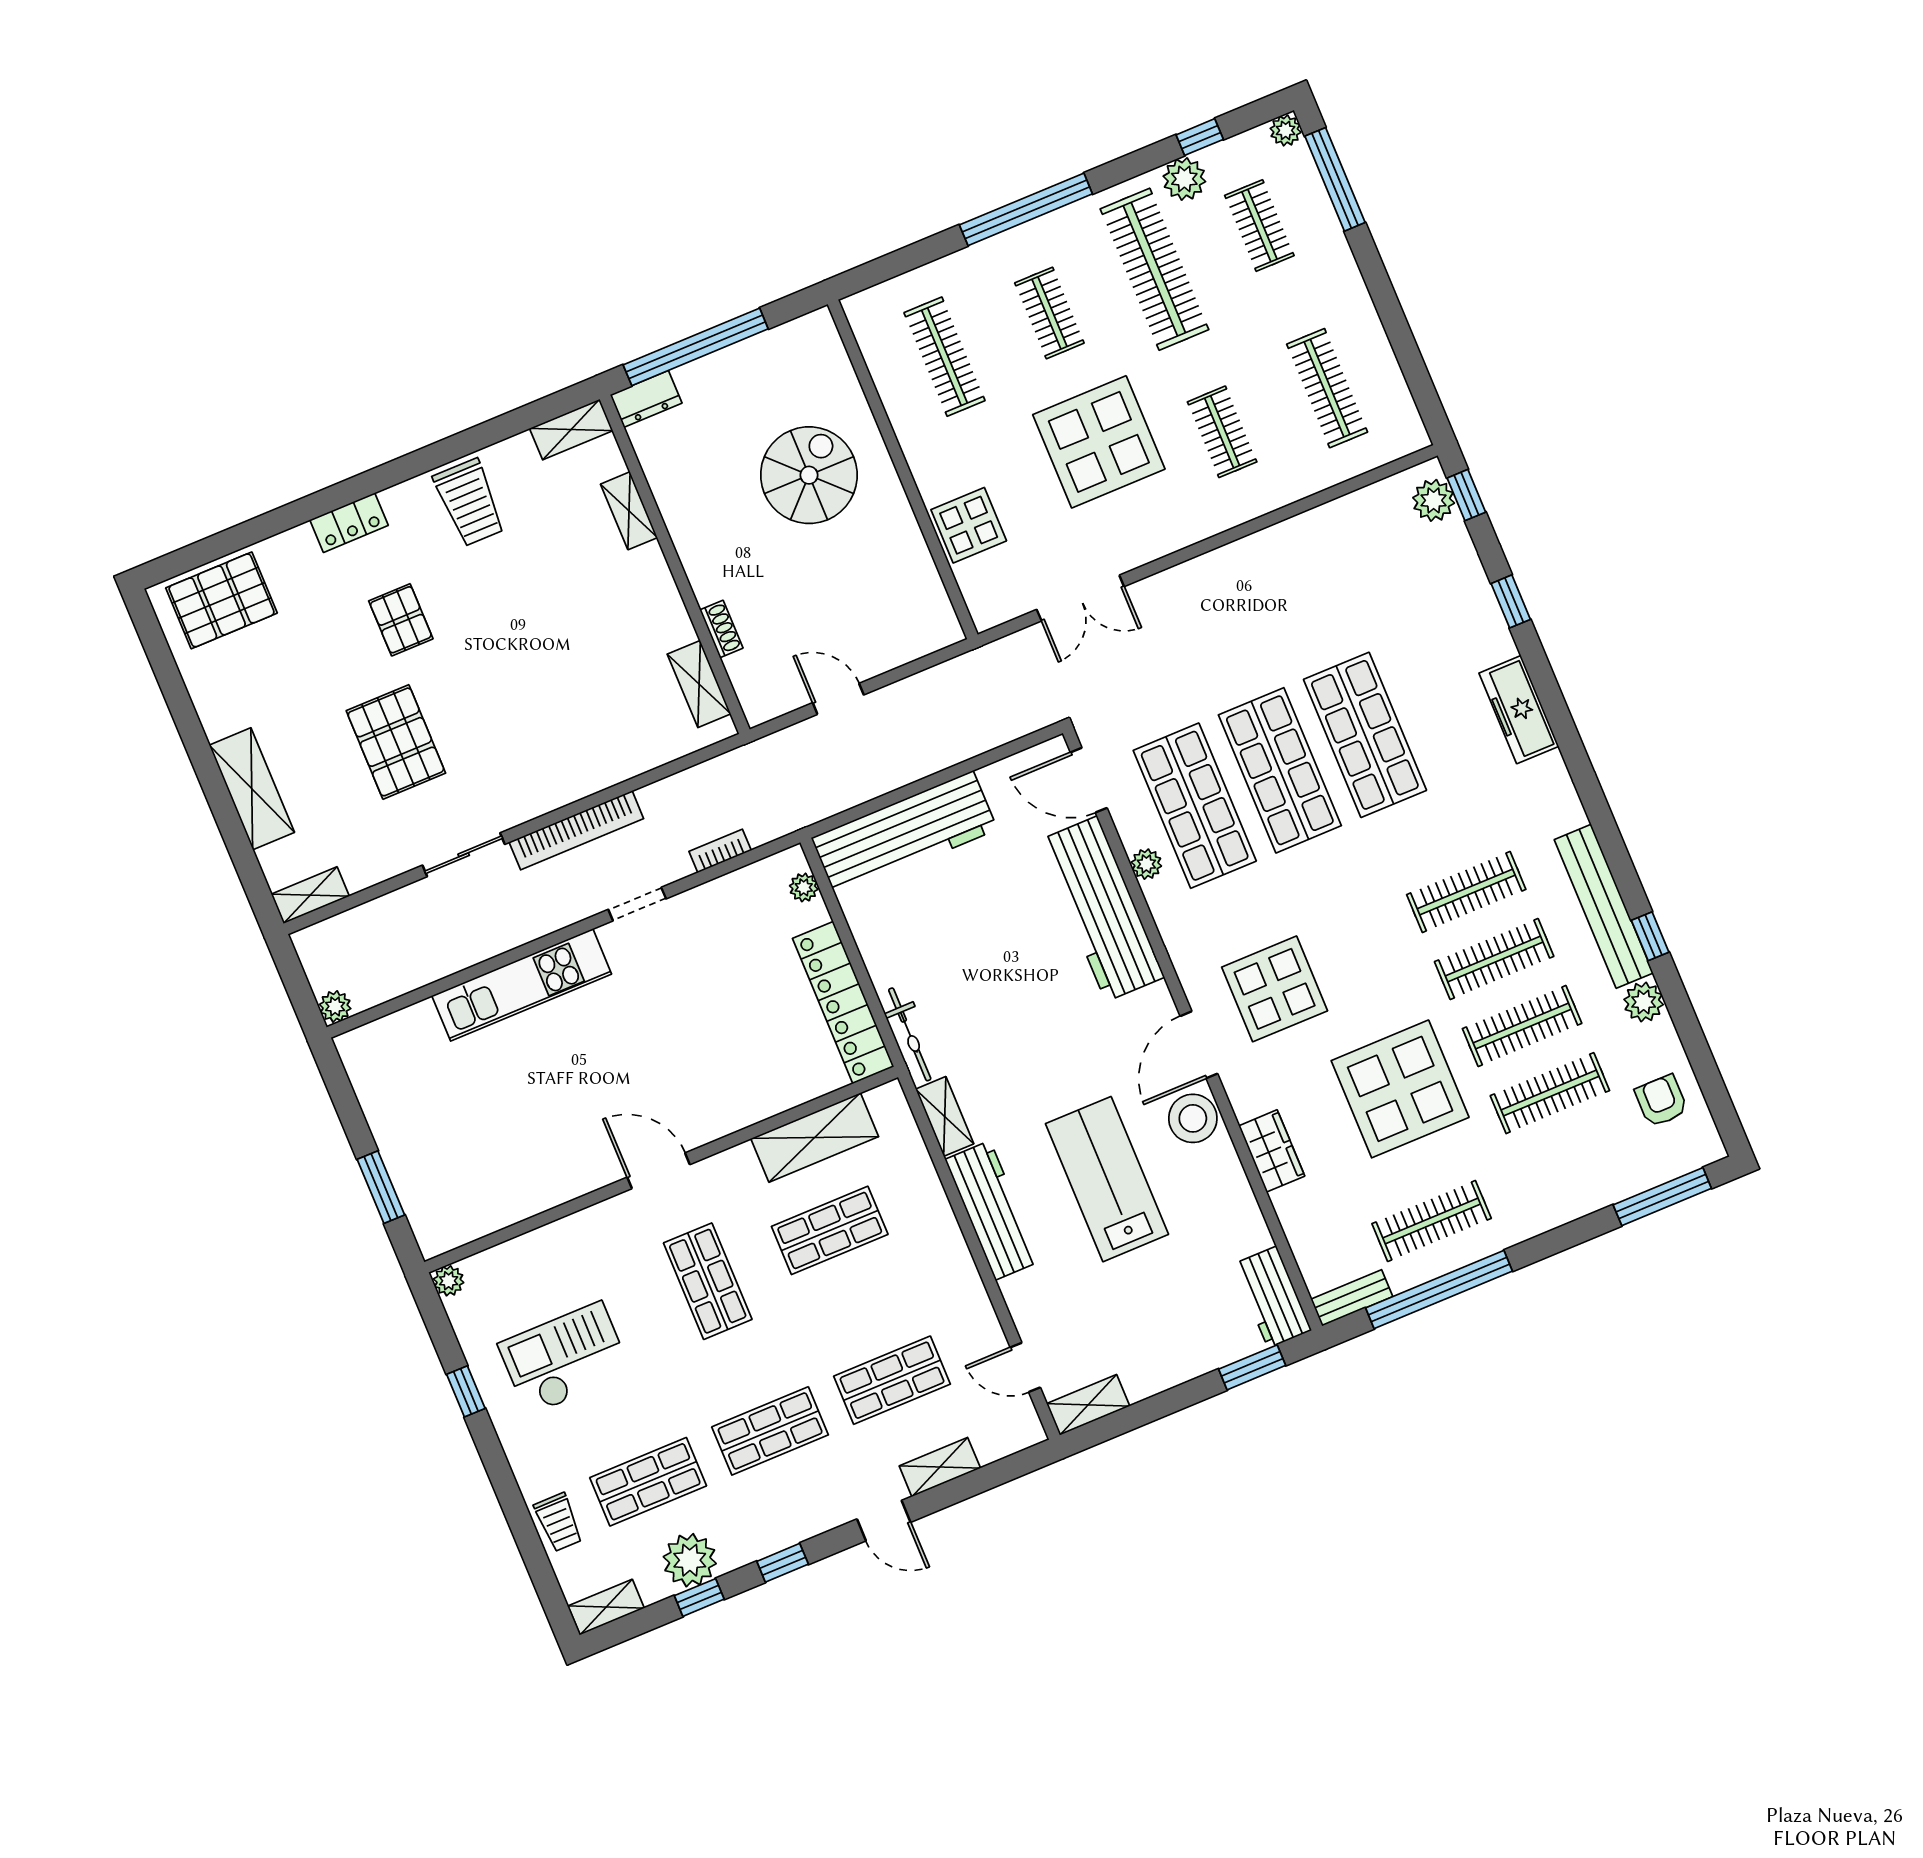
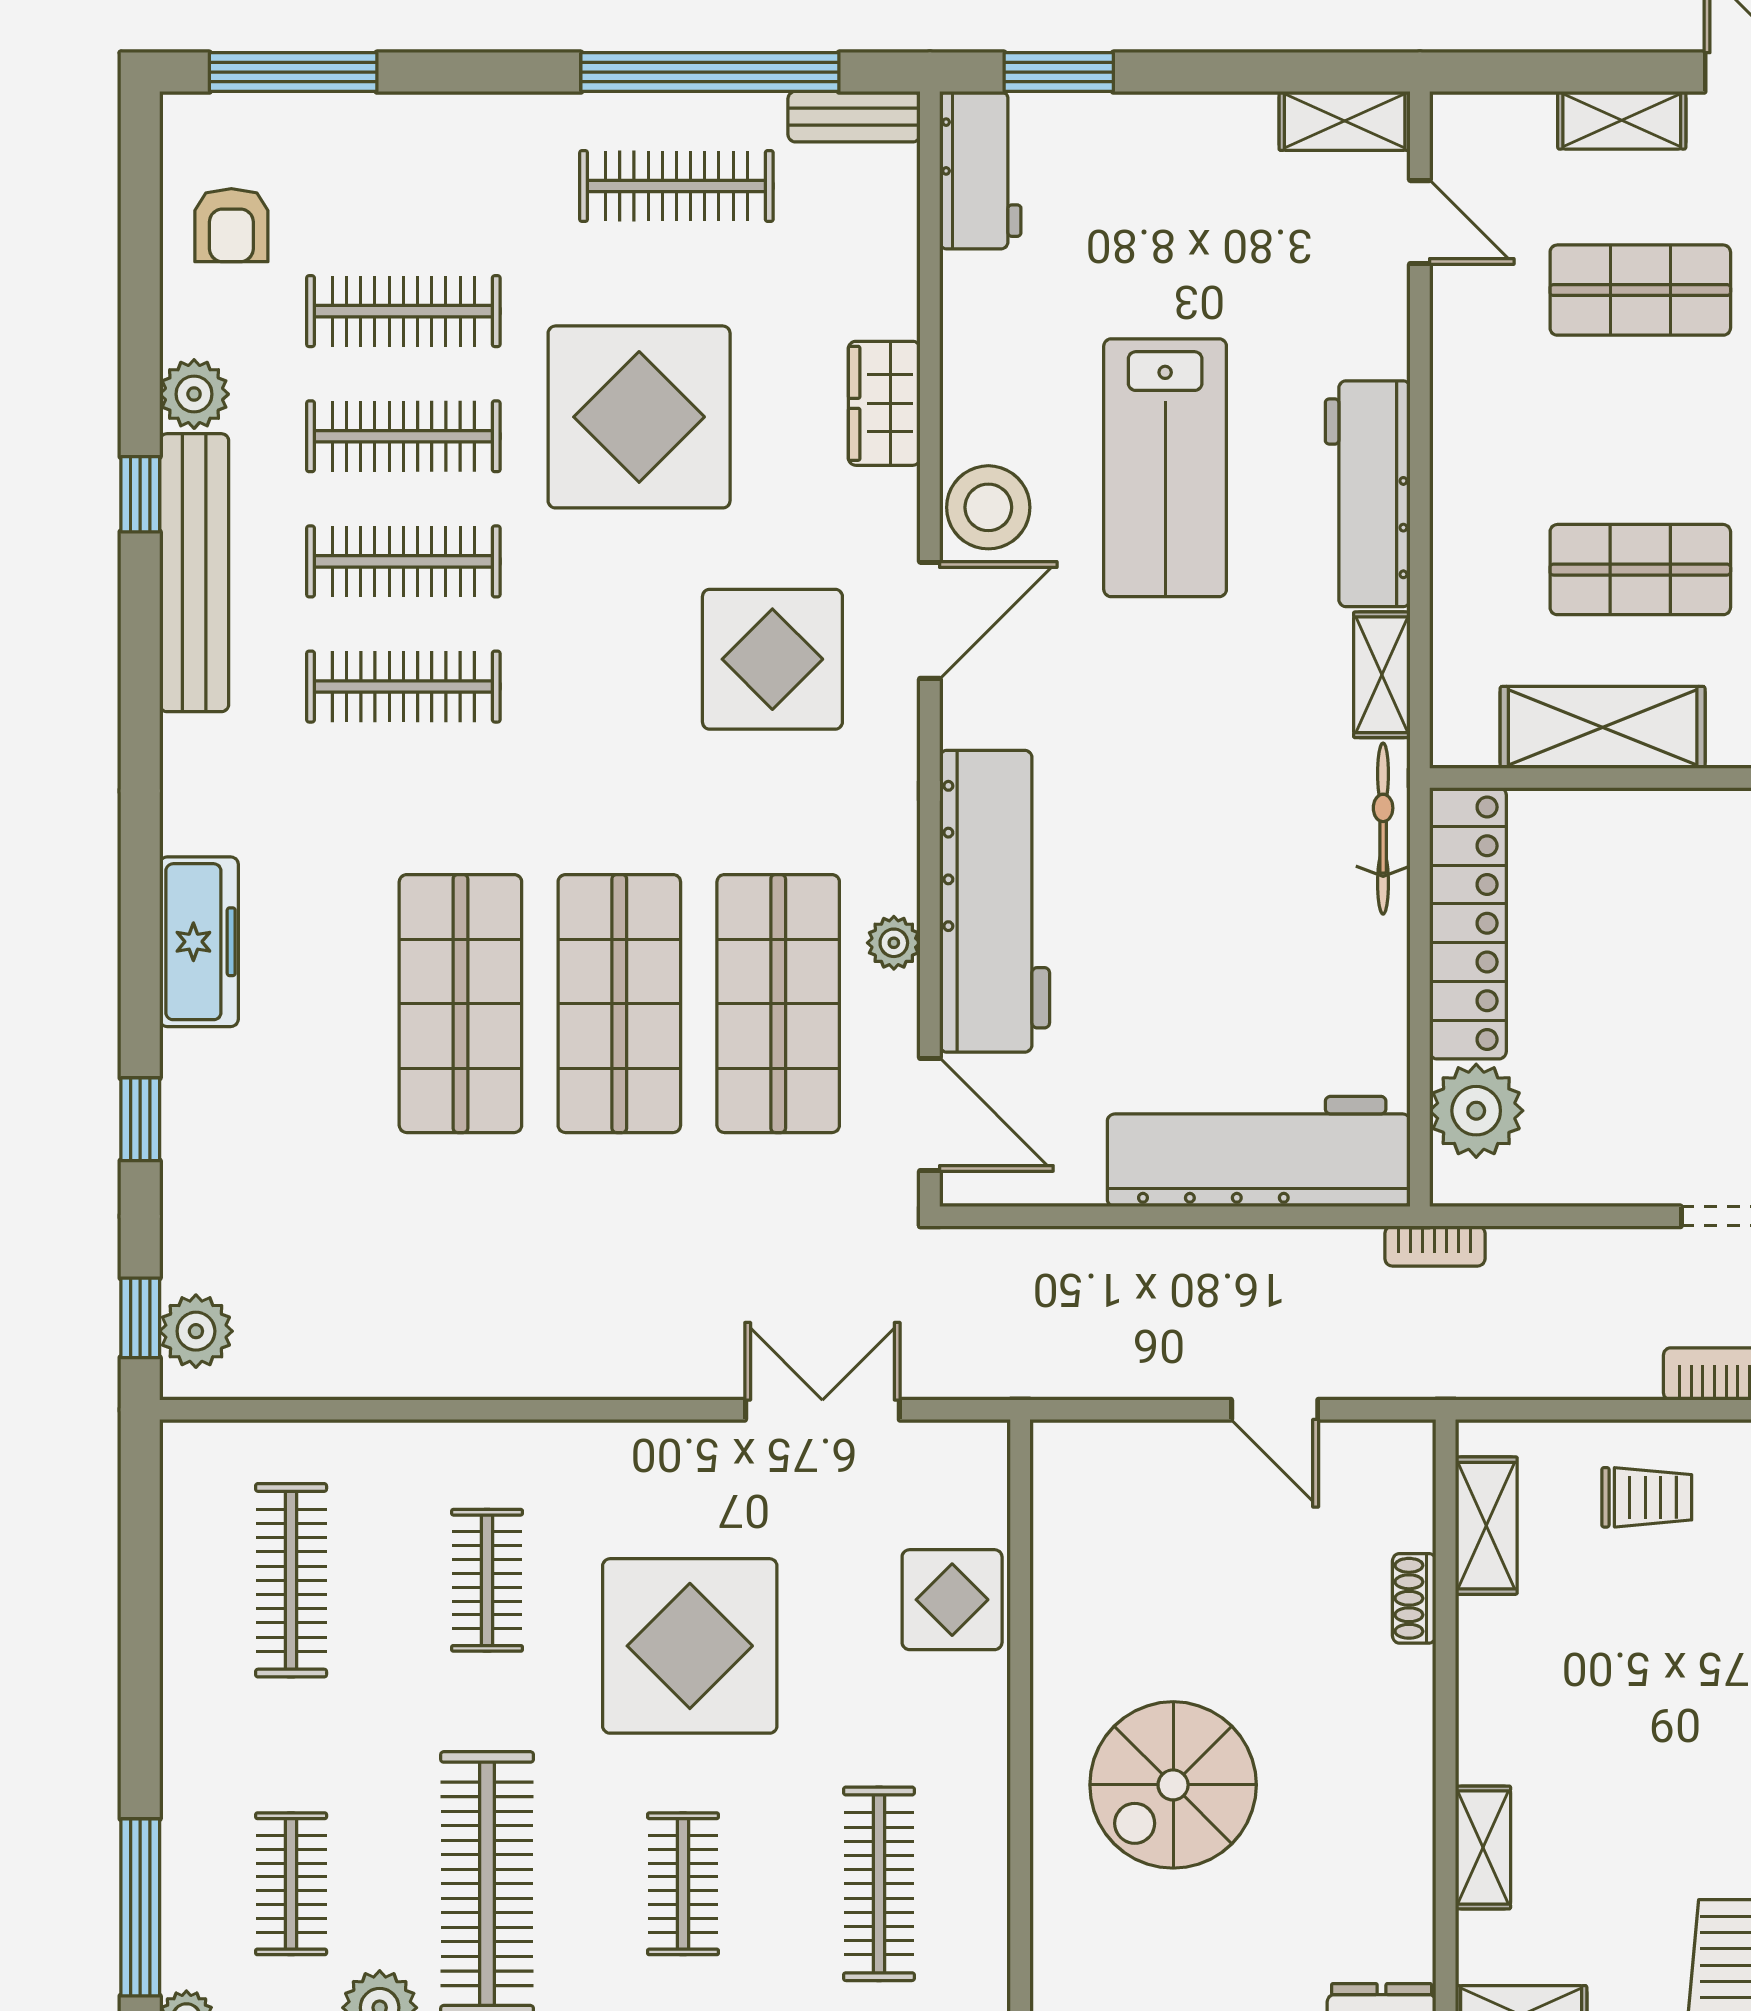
trolley: (619, 735) -> (1647, 1497), added
bookcase: (720, 851) -> (1435, 1246), moved
plant: (804, 887) -> (1476, 1111), width x1.88, depth x1.88

